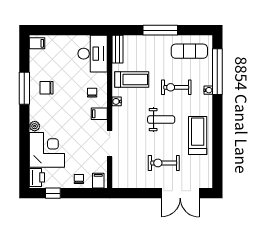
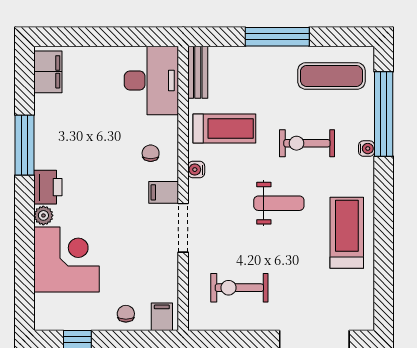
filing cabinet: (37, 43) -> (48, 72), width x2.00
chair: (46, 88) -> (65, 144), removed
doorway: (110, 144) -> (183, 228), moved
exercise bike: (164, 163) -> (239, 288), moved
printer: (37, 177) -> (48, 187), moved

